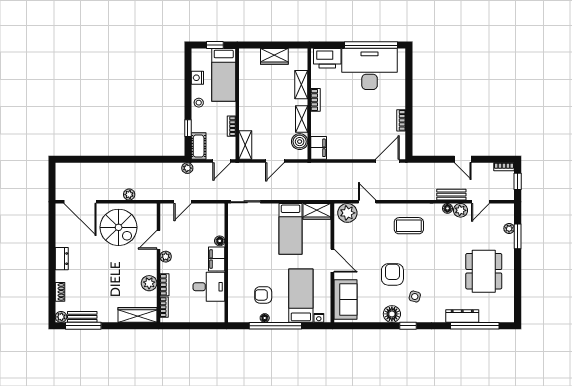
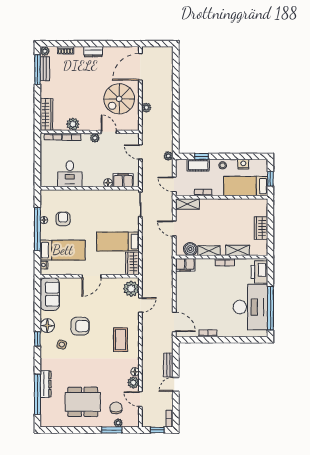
cot: (199, 146) -> (198, 165), moved
bench: (451, 195) -> (168, 365), moved
chair: (491, 231) -> (116, 408), added
filing cabinet: (217, 259) -> (123, 180), moved
sofa: (345, 300) -> (50, 294), moved, turned -90

